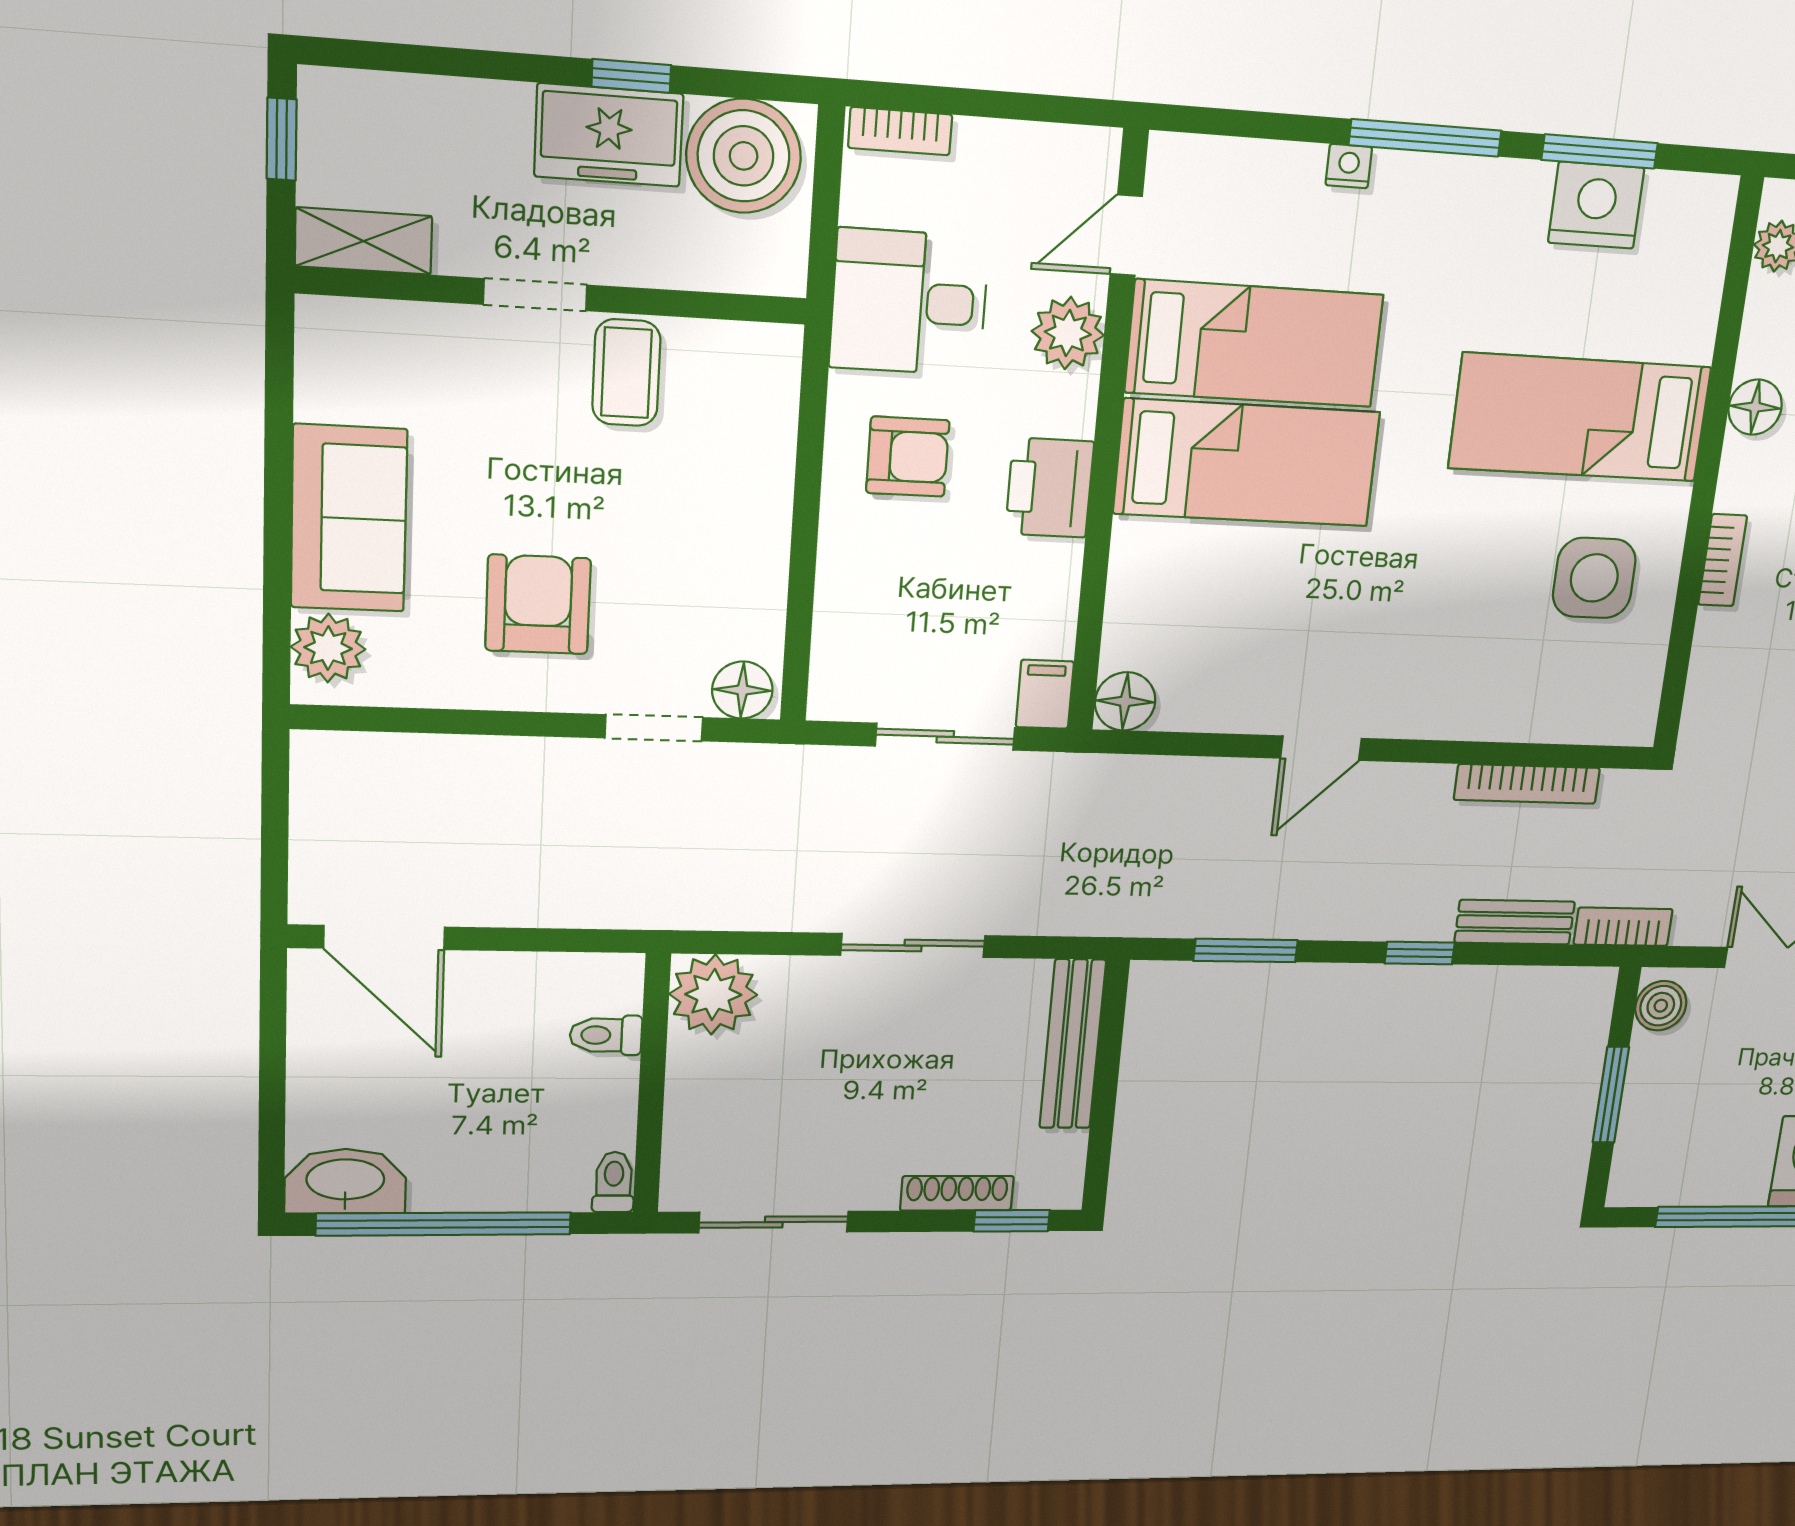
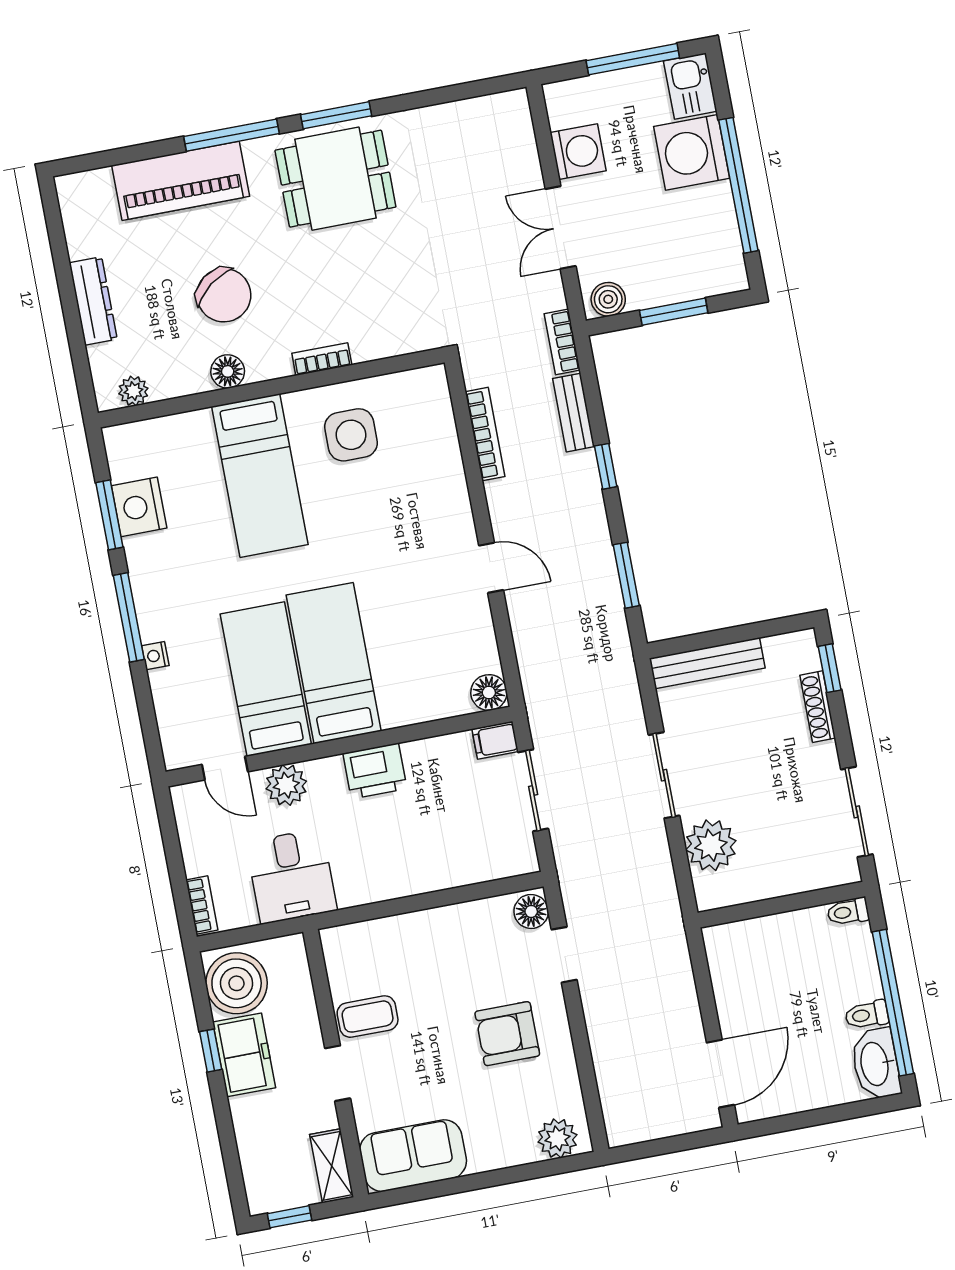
armchair: (908, 457) -> (377, 854), removed
sofa: (349, 518) -> (413, 1156), moved
plant: (713, 994) -> (711, 845), moved
toilet: (606, 1035) -> (867, 1015), moved, turned 90

